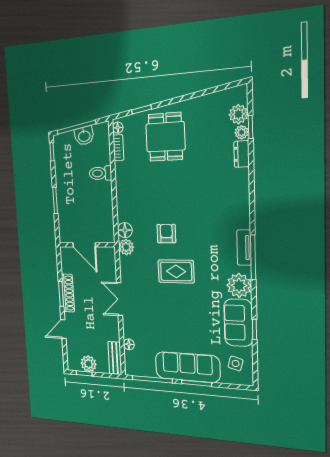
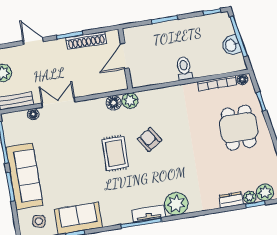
dining table: (165, 137) -> (239, 128), turned 90
bookcase: (118, 148) -> (217, 83), width x1.56
toilet: (100, 173) -> (184, 68), moved
floor lamp: (125, 230) -> (114, 103), moved
armchair: (166, 234) -> (150, 139), turned -123
plant: (239, 285) -> (176, 204), moved
shoe rack: (68, 293) -> (86, 40), moved
double door: (120, 299) -> (58, 102), moved

